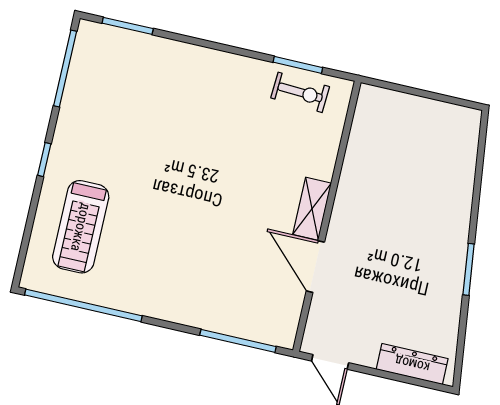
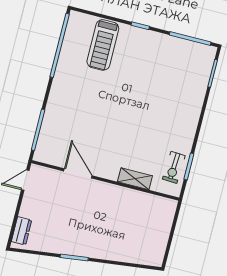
shelving: (312, 209) -> (135, 179), moved
treadmill: (81, 227) -> (103, 45), turned -90
door: (315, 267) -> (78, 173), hinge flipped
dresser: (412, 364) -> (22, 231), width x0.70

